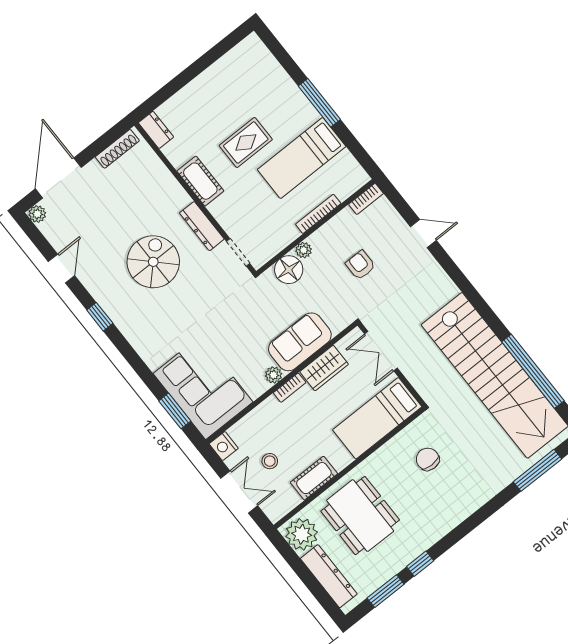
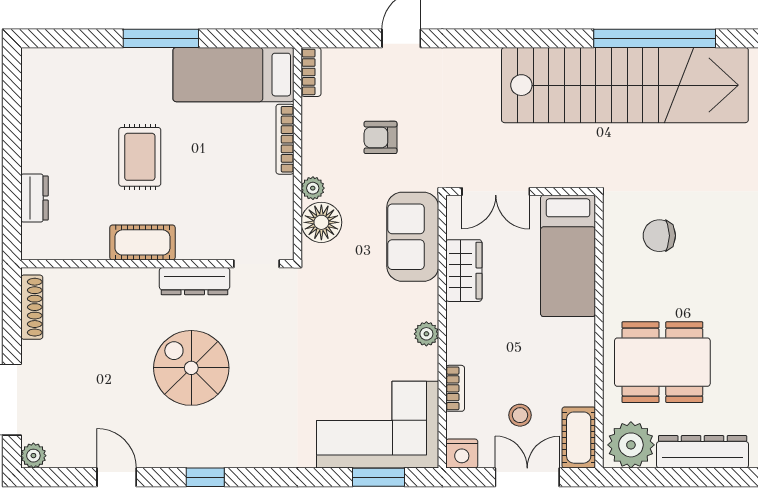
dresser: (156, 130) -> (34, 198), moved, turned 90
bed: (302, 158) -> (234, 75), moved, turned 90
sofa: (300, 342) -> (413, 237), moved
bookcase: (290, 388) -> (455, 388), moved
cot: (314, 478) -> (579, 438), moved

